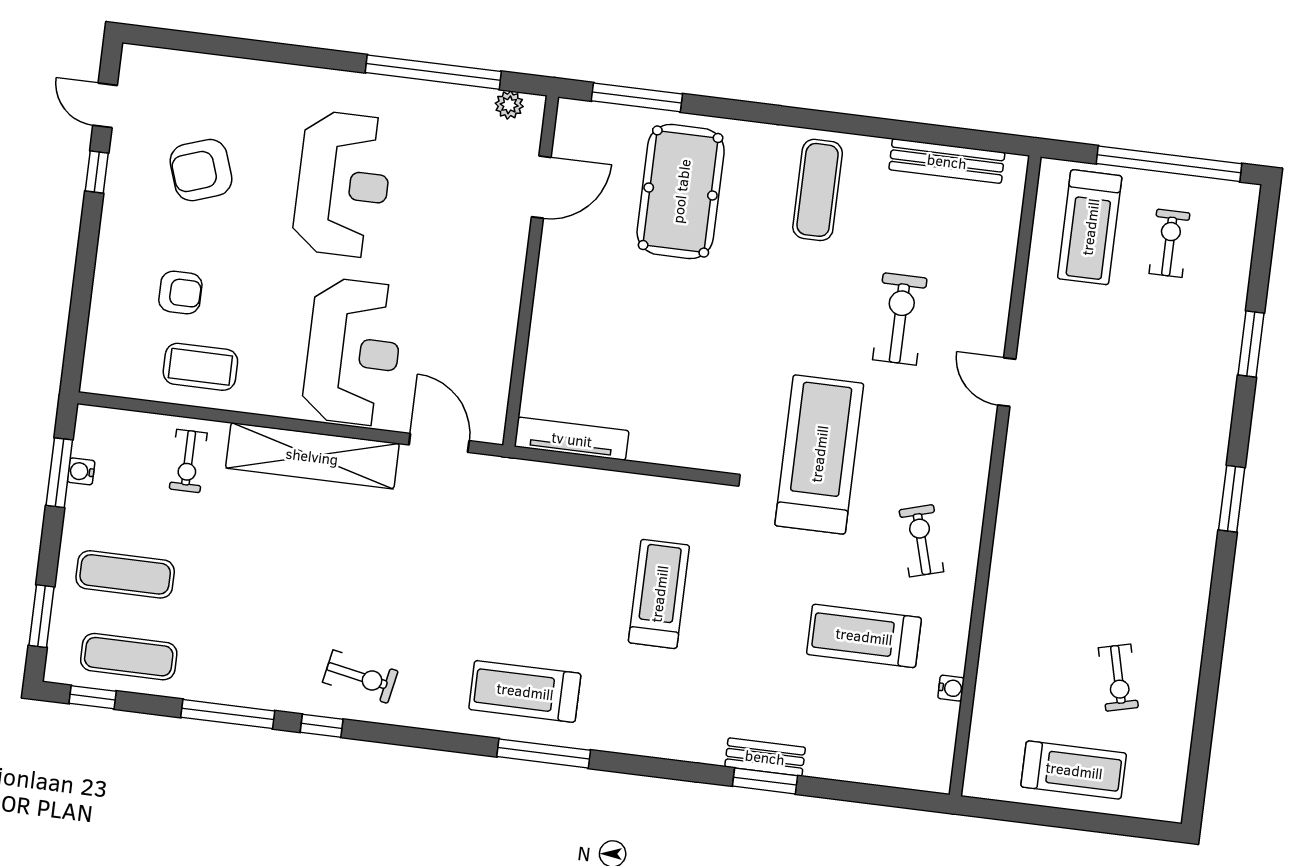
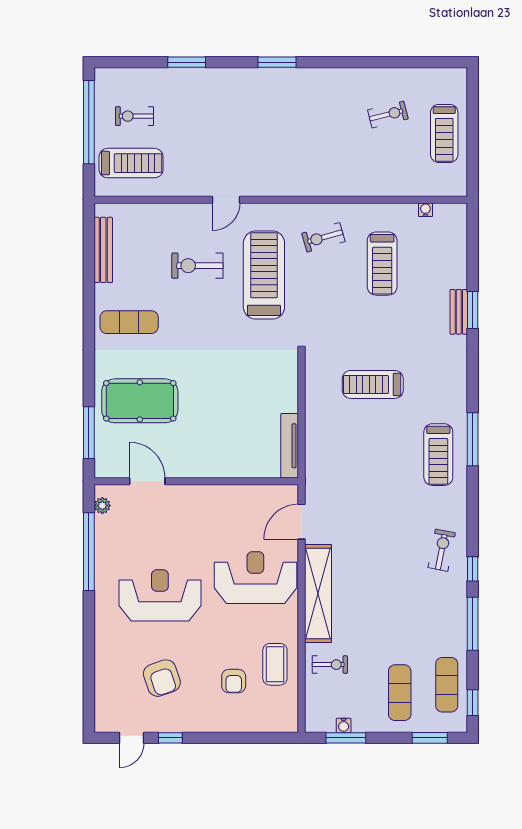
armchair: (180, 292) -> (234, 681), turned 180
treadmill: (819, 454) -> (264, 275), moved, turned 90
water cooler: (951, 688) -> (425, 210), moved
treadmill: (1074, 770) -> (444, 133), turned 180

